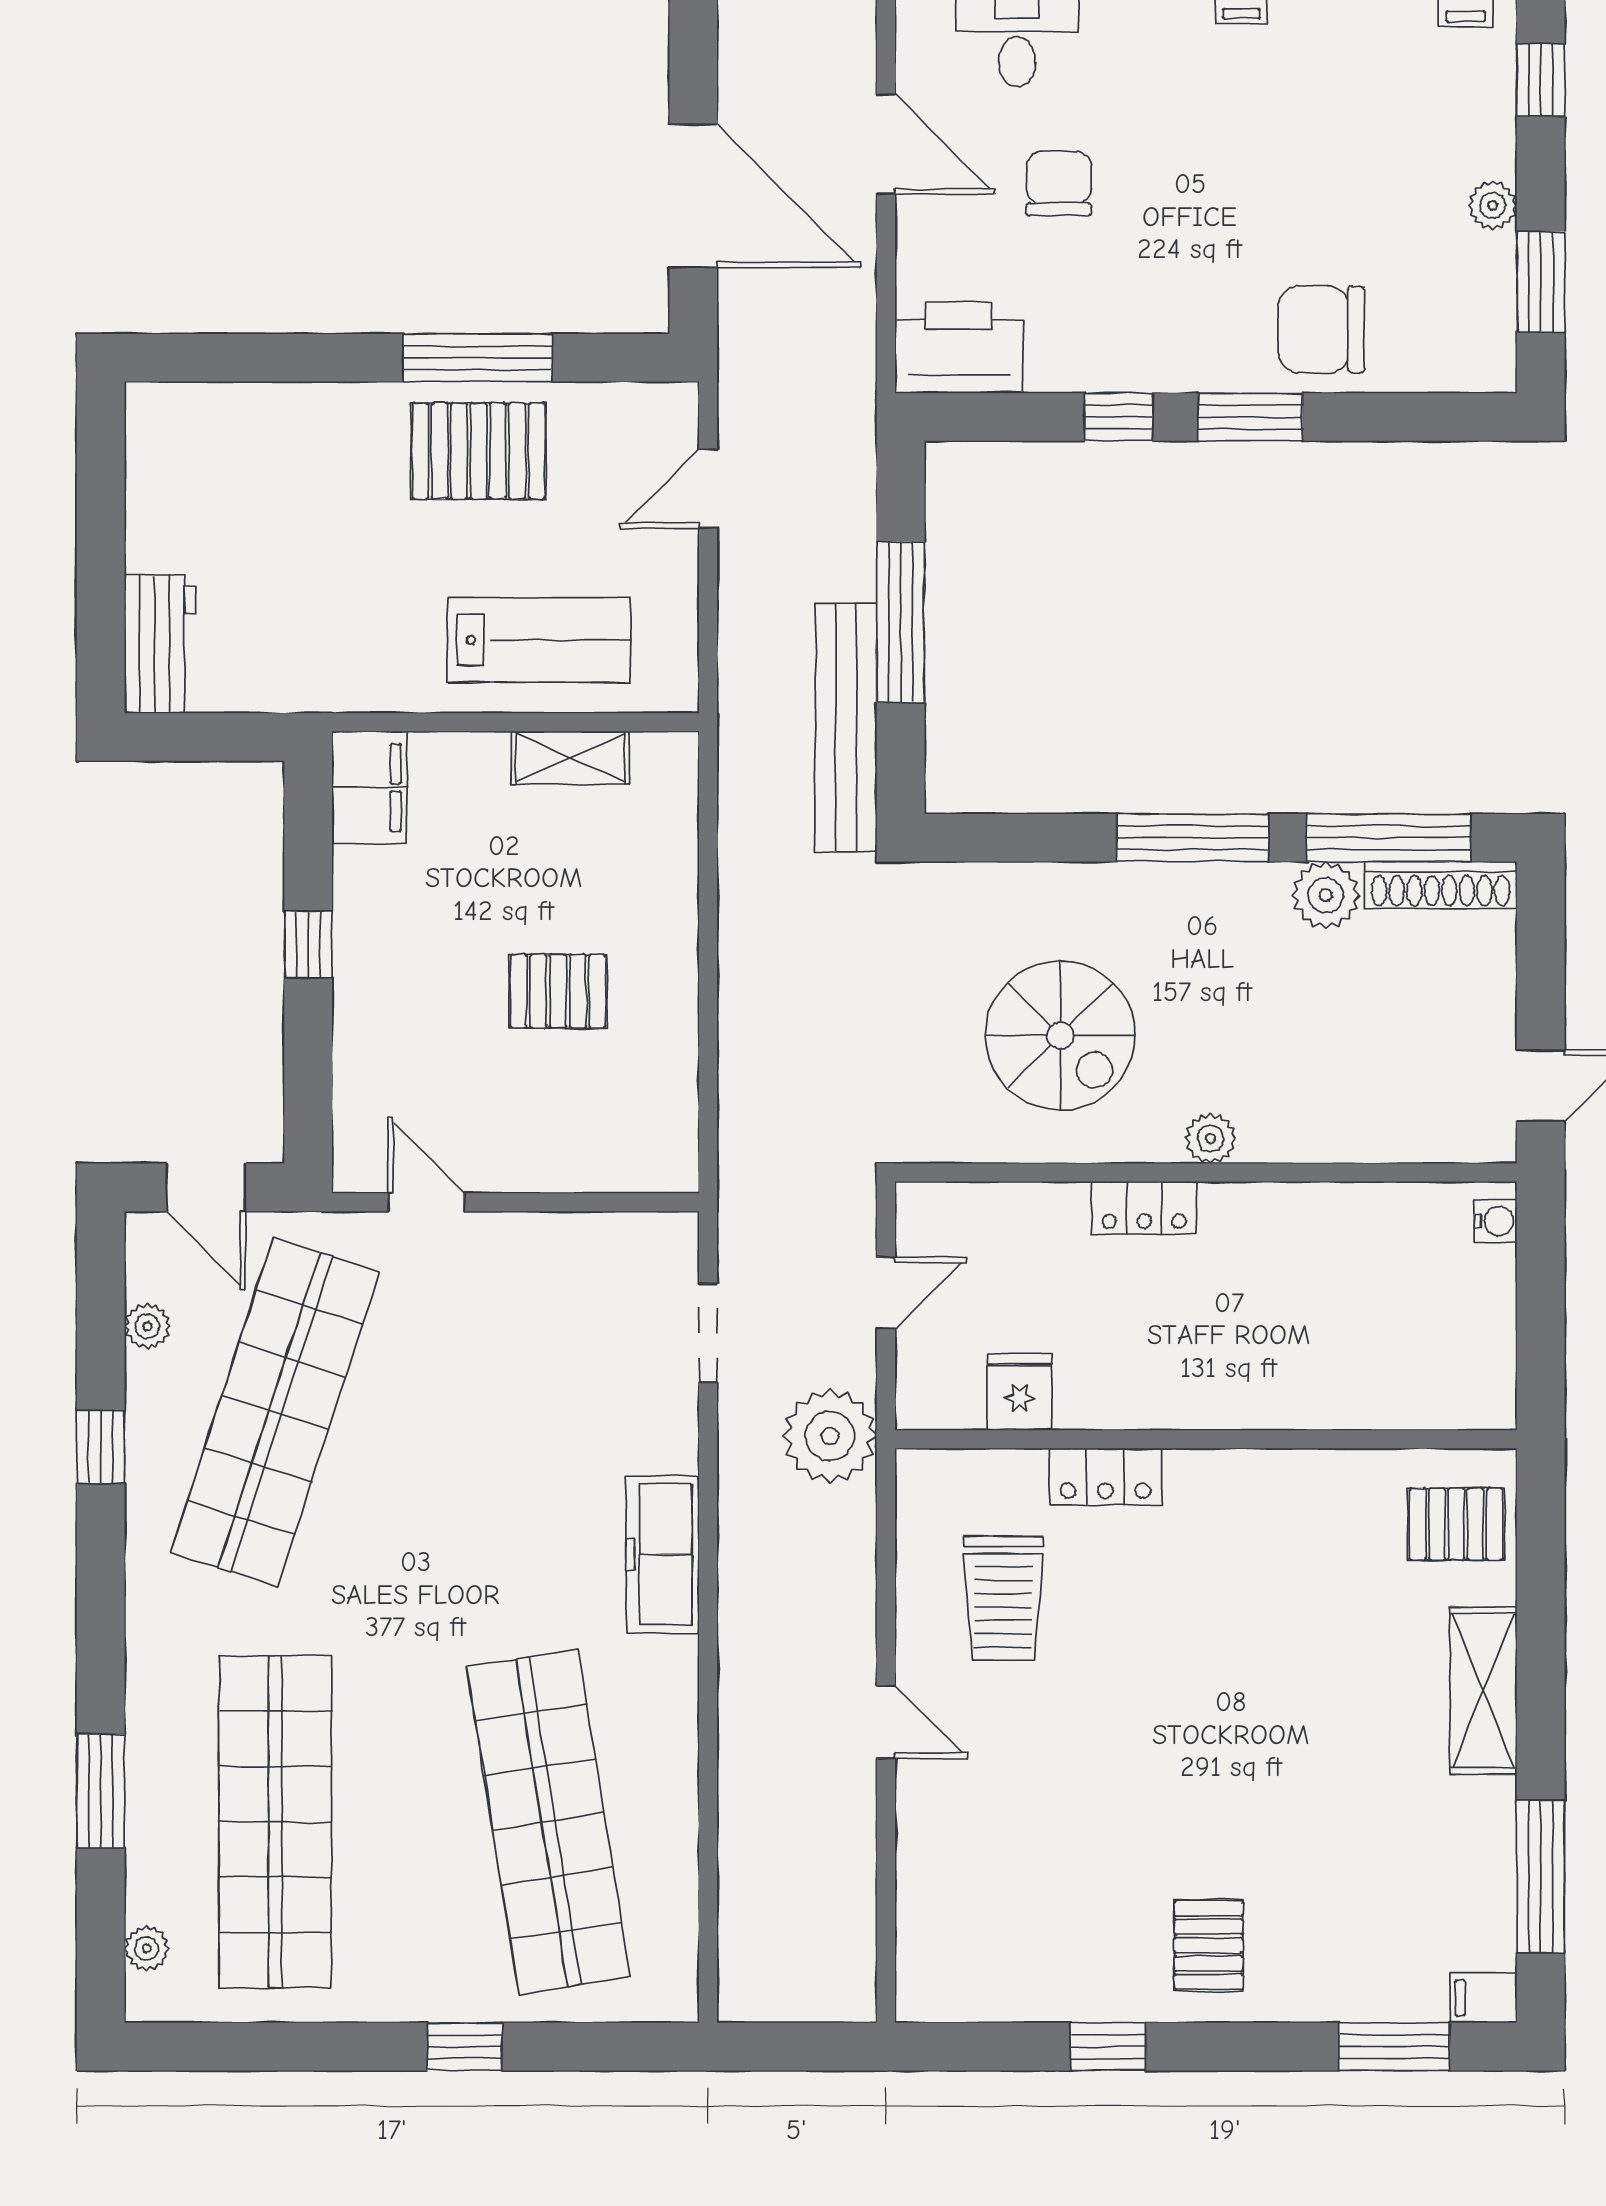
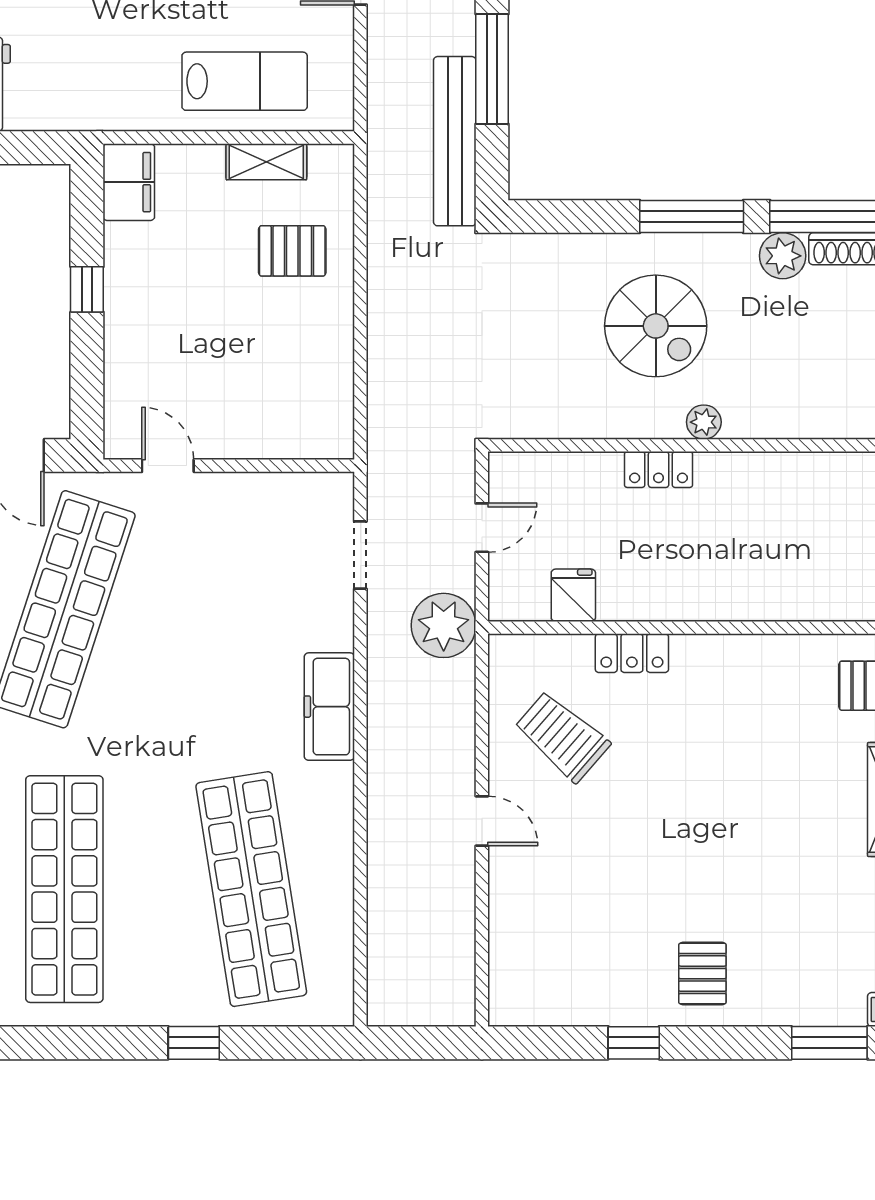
pallet: (558, 991) -> (292, 251), moved
spiral stairs: (1060, 1035) -> (656, 326), moved
trolley: (1003, 1598) -> (562, 736), turned 131

